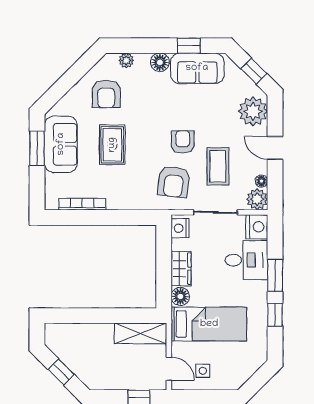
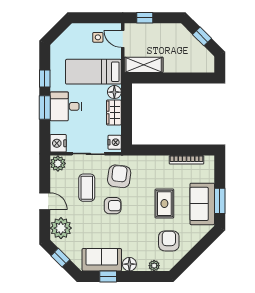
armchair: (183, 142) -> (113, 206), turned -90
floor lamp: (262, 181) -> (55, 177), removed
desk: (246, 260) -> (66, 106), moved

